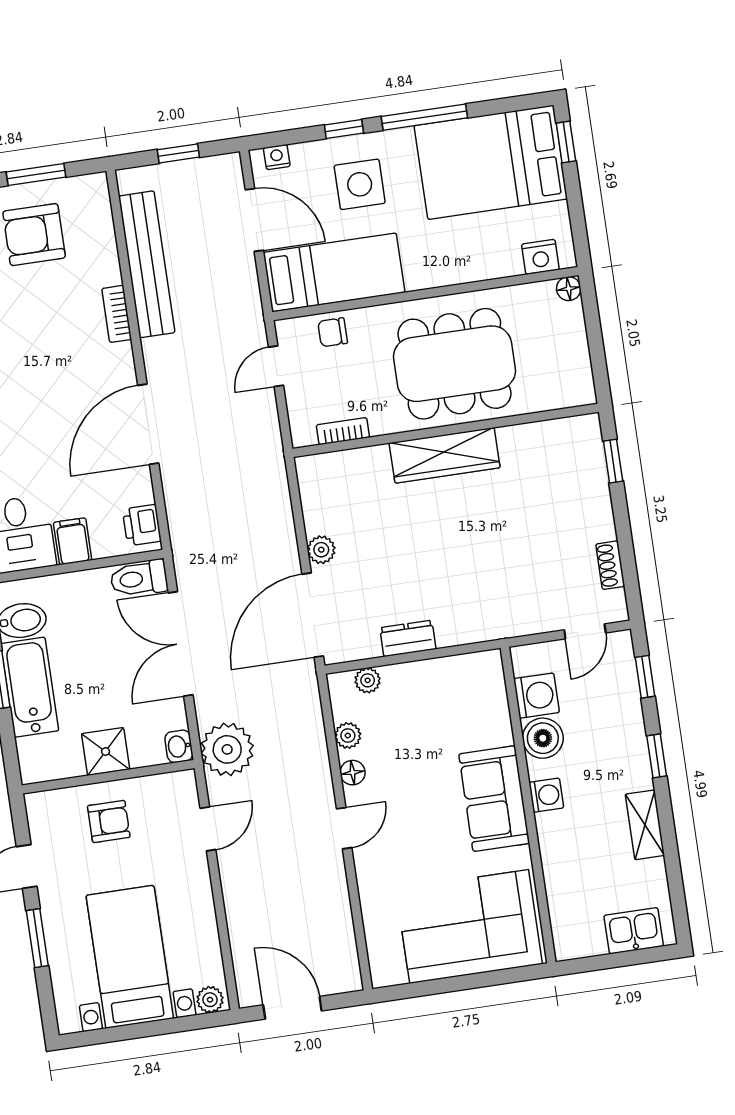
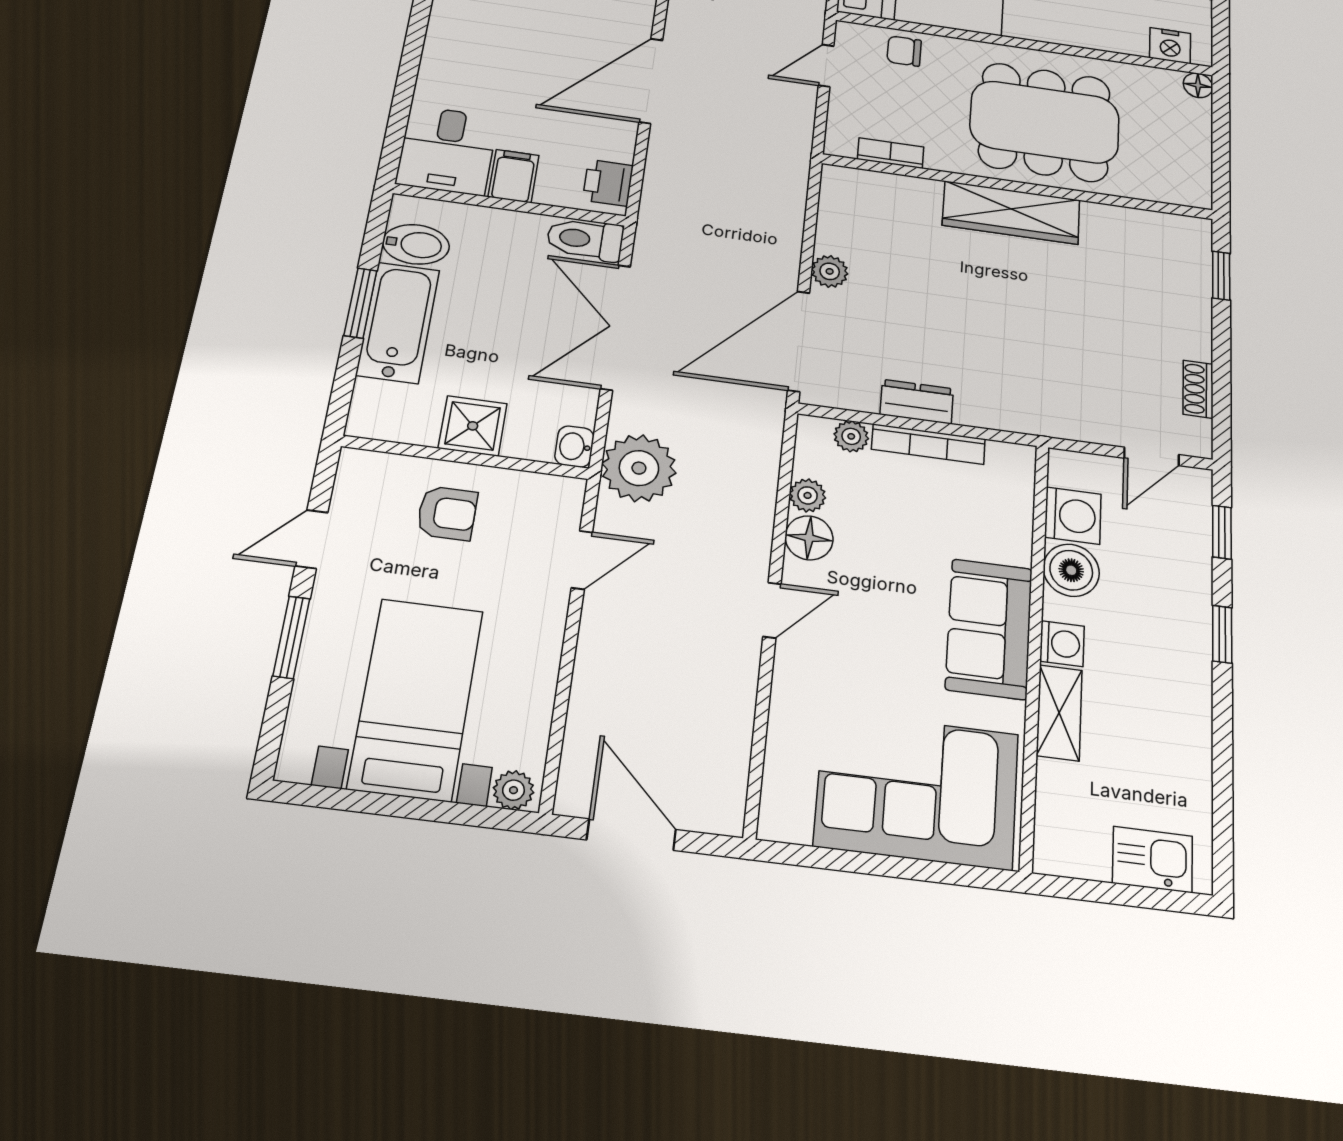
bookcase: (423, 670) -> (928, 444), added
floor lamp: (353, 773) -> (809, 538), width x1.37, depth x1.37
shelving: (645, 825) -> (1059, 713), moved

